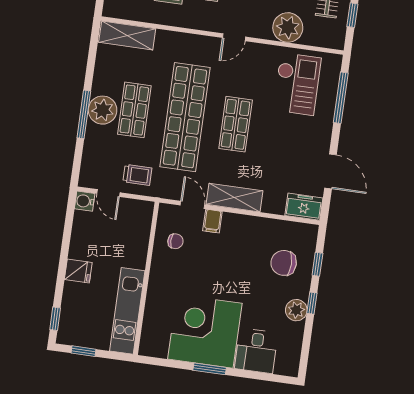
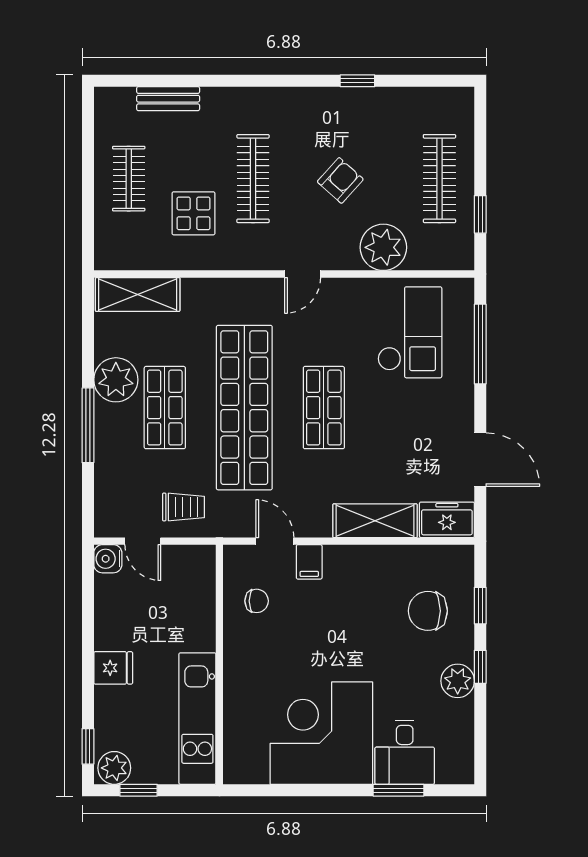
plant: (103, 110) -> (116, 380), moved
shelving: (235, 198) -> (375, 521), moved
plant: (70, 335) -> (114, 768), added
window: (210, 369) -> (398, 790), moved

